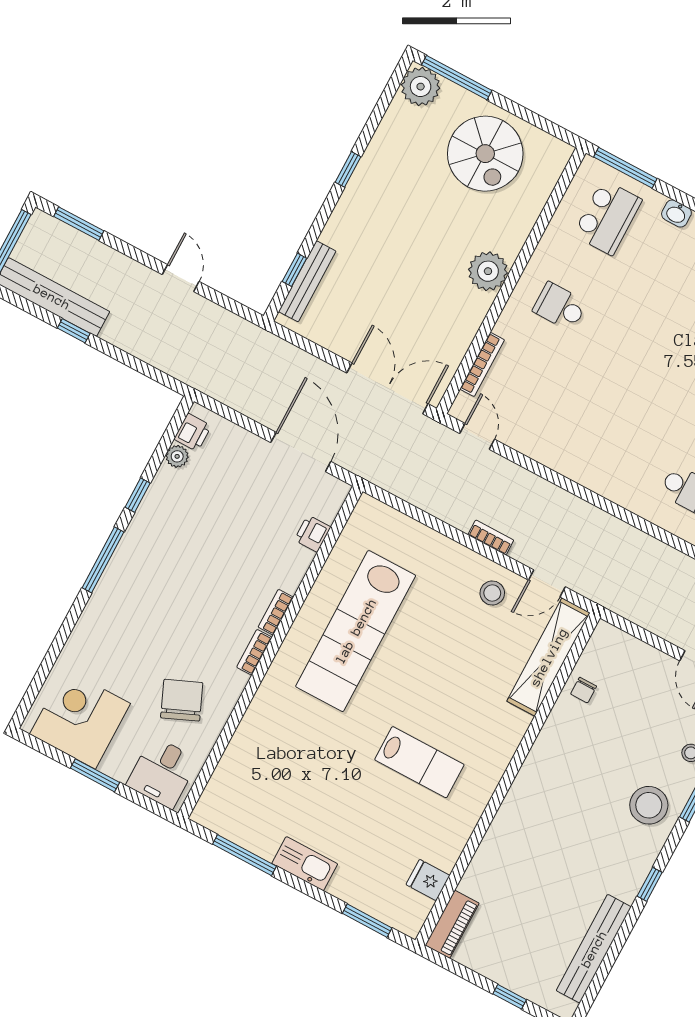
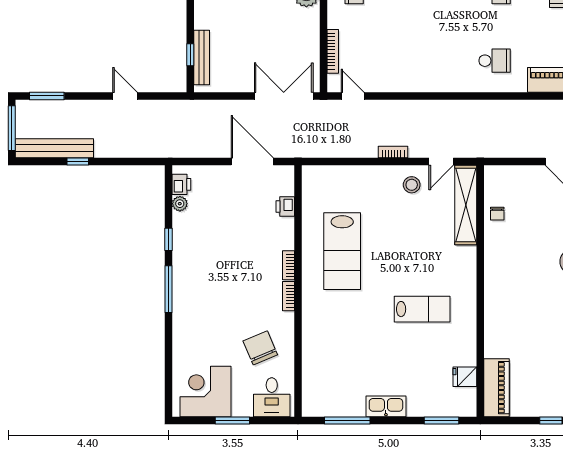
lab bench: (356, 631) -> (342, 251), width x0.73
piano: (452, 924) -> (496, 388), width x1.37, depth x1.33

